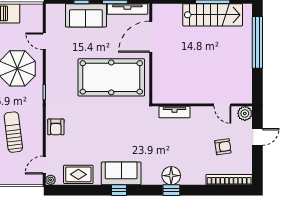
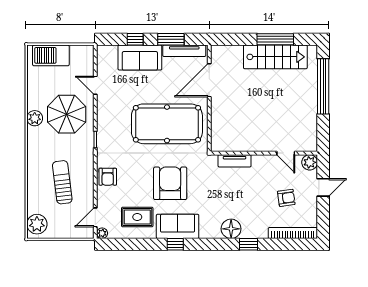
armchair: (114, 133) -> (170, 183), added
rug: (78, 174) -> (137, 217), moved
window: (171, 190) -> (249, 244), moved

